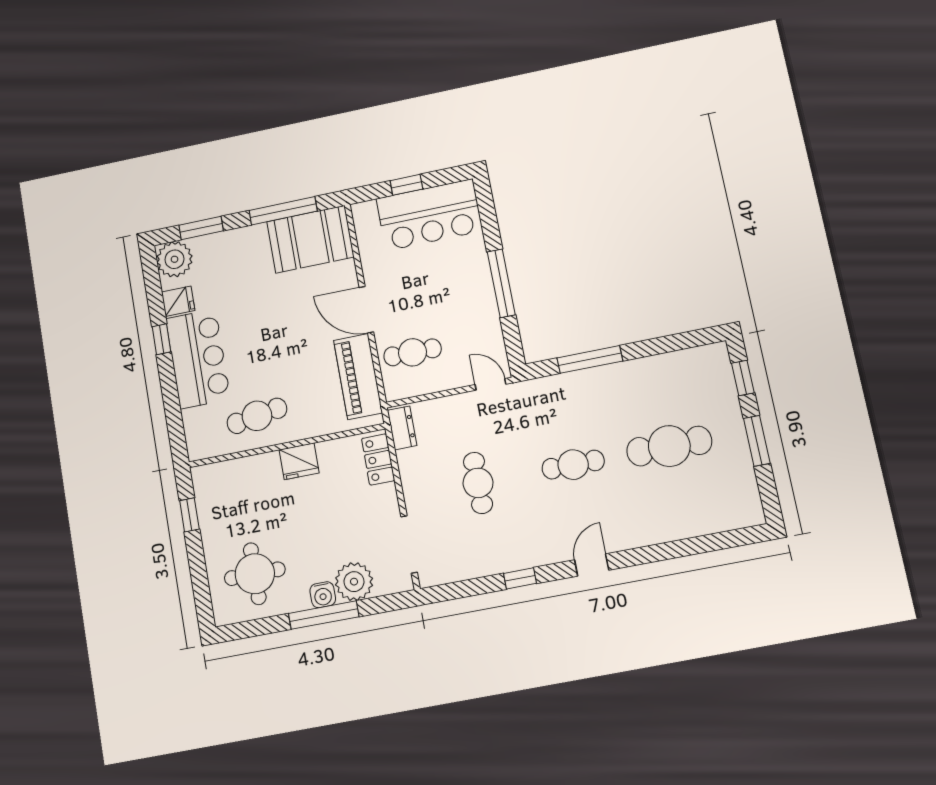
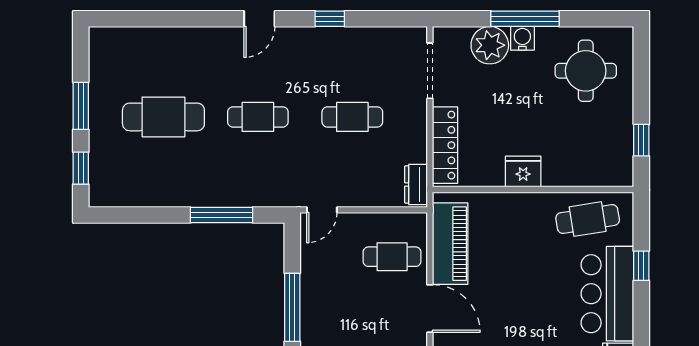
window: (162, 339) -> (641, 266), moved
door: (491, 384) -> (322, 210), hinge flipped
cafe table: (257, 416) -> (588, 219), moved
locker: (378, 459) -> (445, 145), width x1.53
cafe table: (478, 483) -> (352, 117), turned 90

